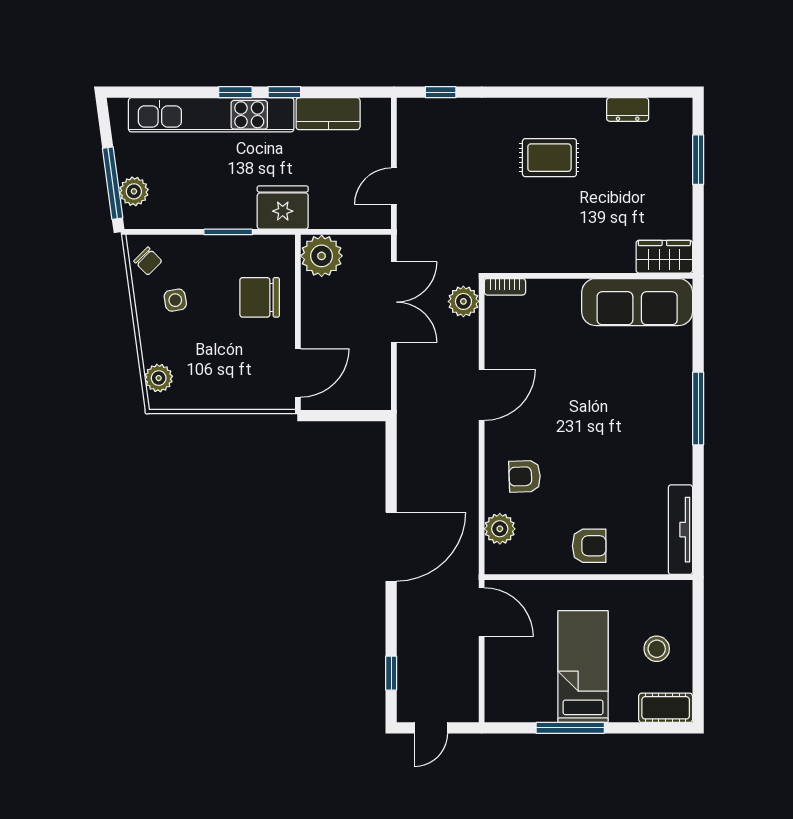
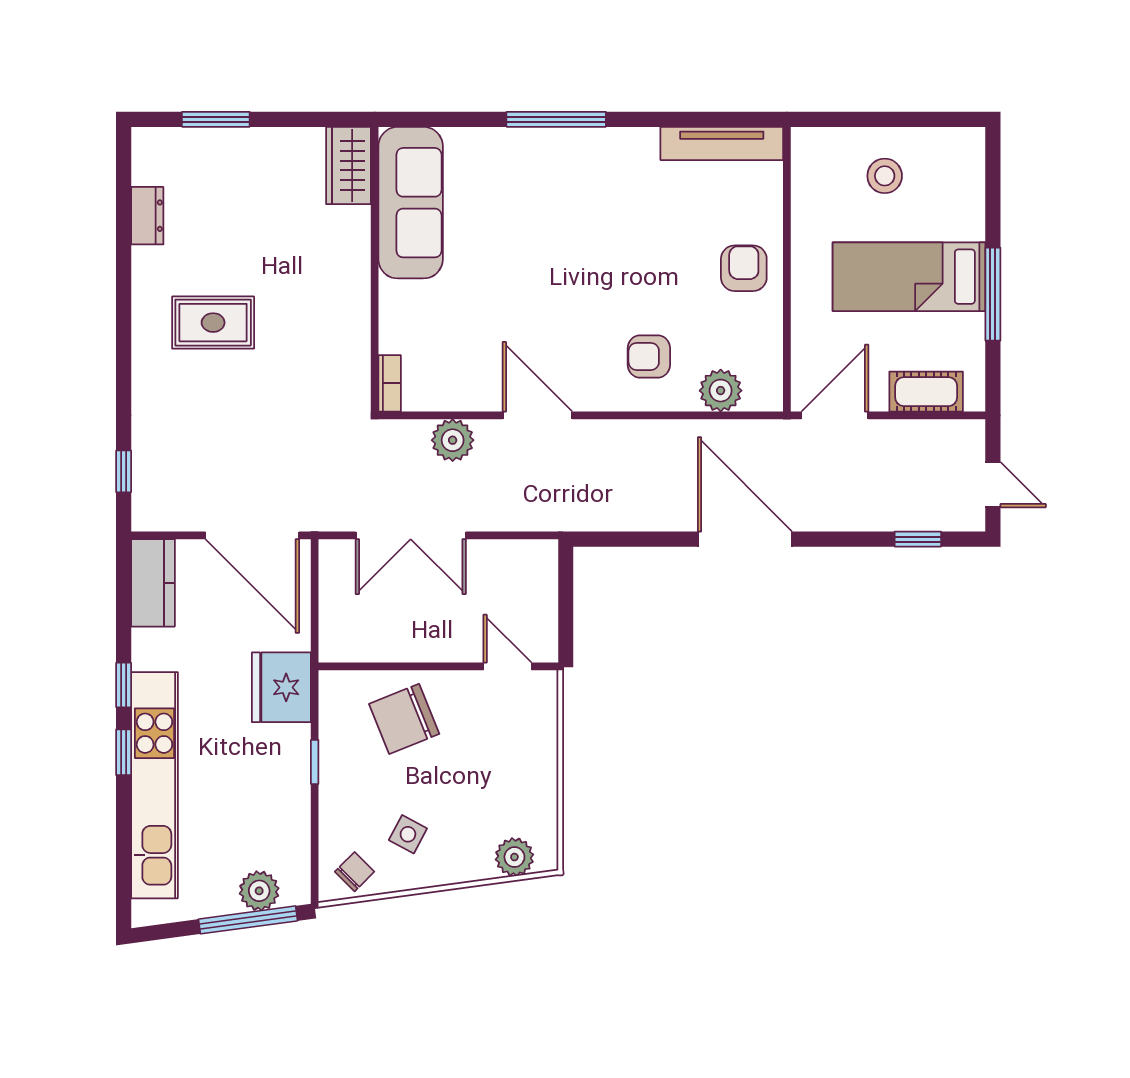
kitchen counter: (328, 114) -> (153, 583), moved
rug: (549, 158) -> (213, 323), turned 90
door: (394, 186) -> (252, 535), width x1.88
window: (228, 232) -> (315, 762), width x0.67
plant: (322, 256) -> (347, 634), removed
chair: (260, 297) -> (404, 719), turned 68
side table: (175, 300) -> (408, 834), turned 38
plant: (463, 301) -> (453, 440), moved
double door: (394, 302) -> (411, 535), swing flipped
door: (298, 373) -> (507, 666), width x0.73
armchair: (525, 476) -> (649, 356), turned 92
cot: (666, 708) -> (926, 392), moved, turned 90

